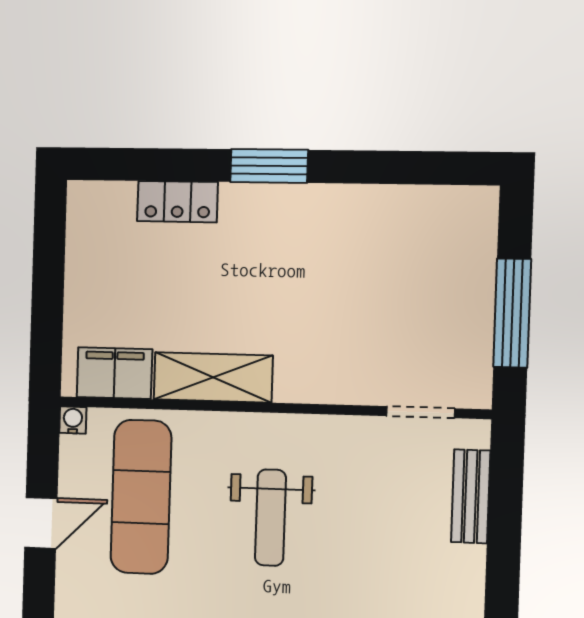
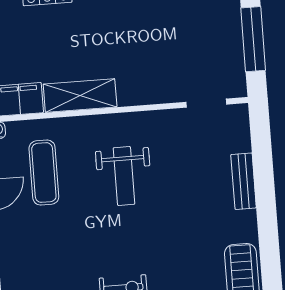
bench: (471, 496) -> (244, 181), moved
exercise mat: (141, 497) -> (44, 173), width x0.73, depth x0.69

